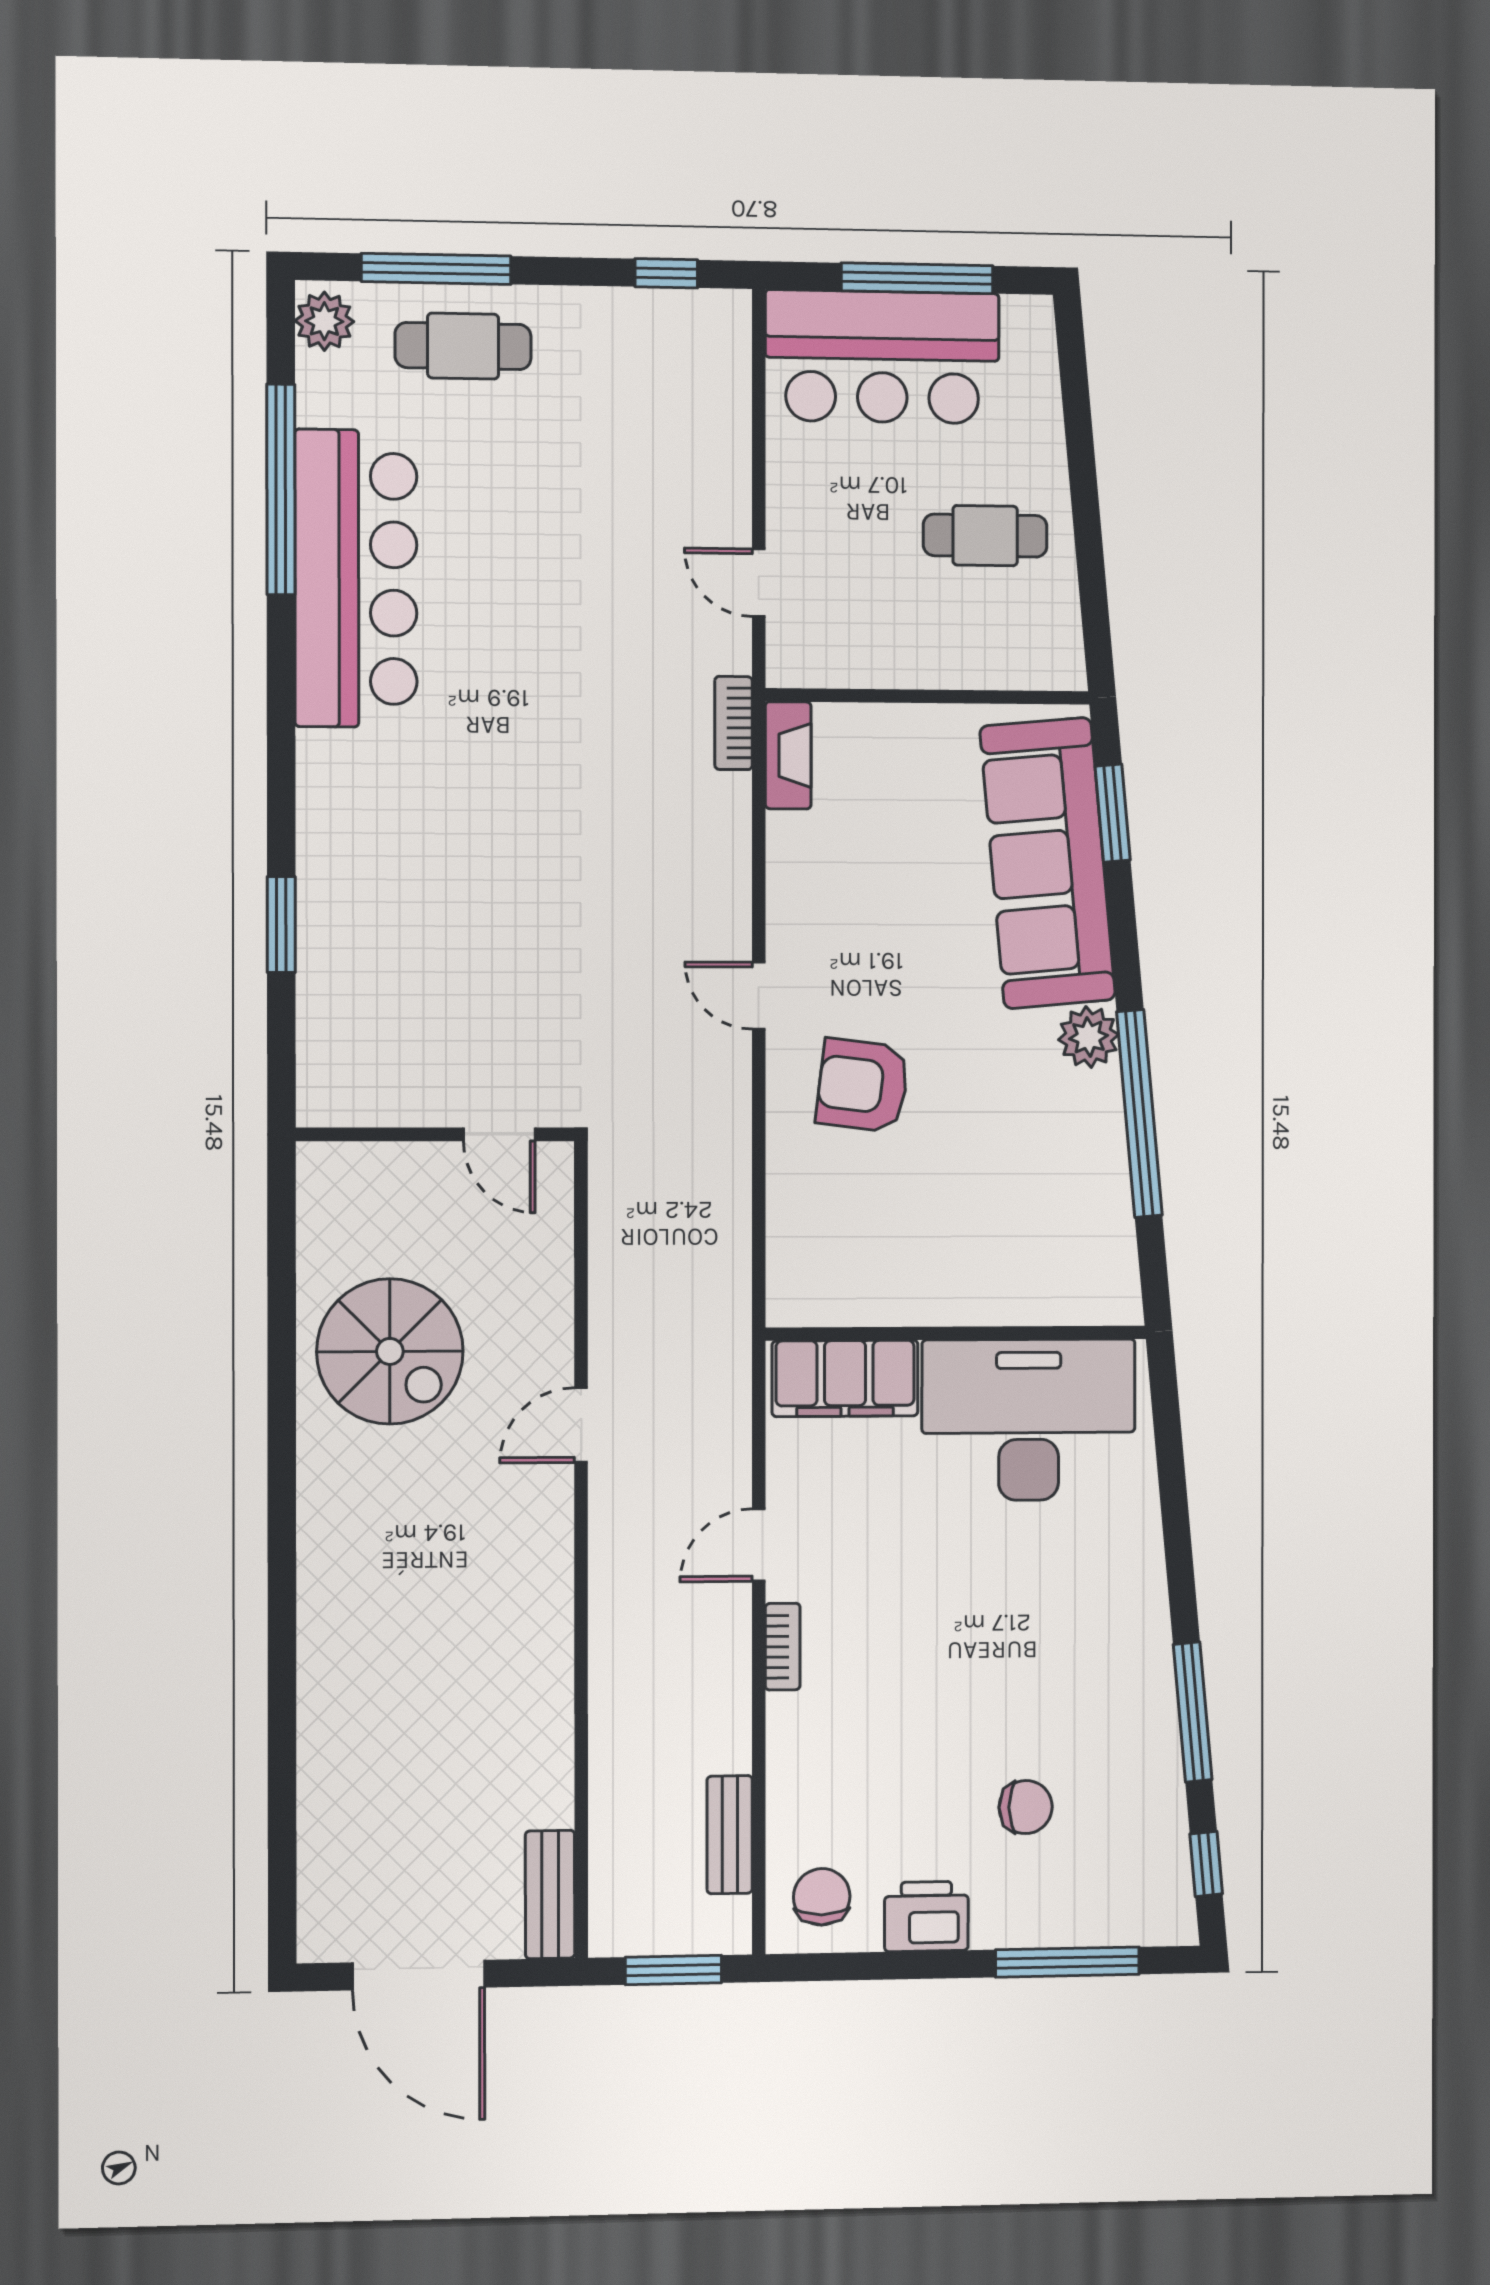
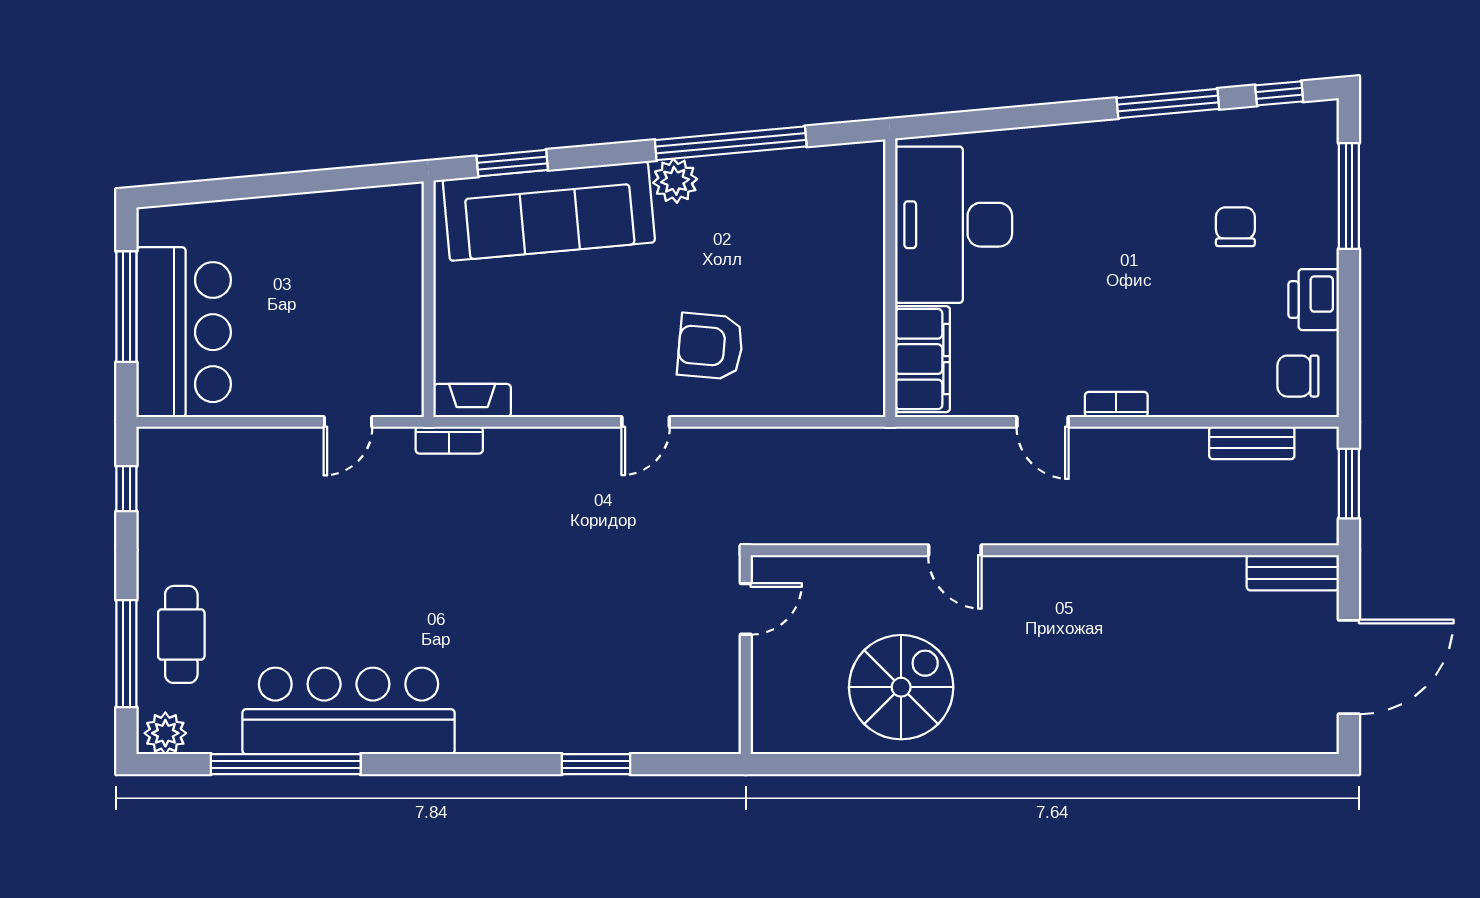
cafe table: (985, 536) -> (312, 257), removed
armchair: (863, 1085) -> (710, 346), turned 88

